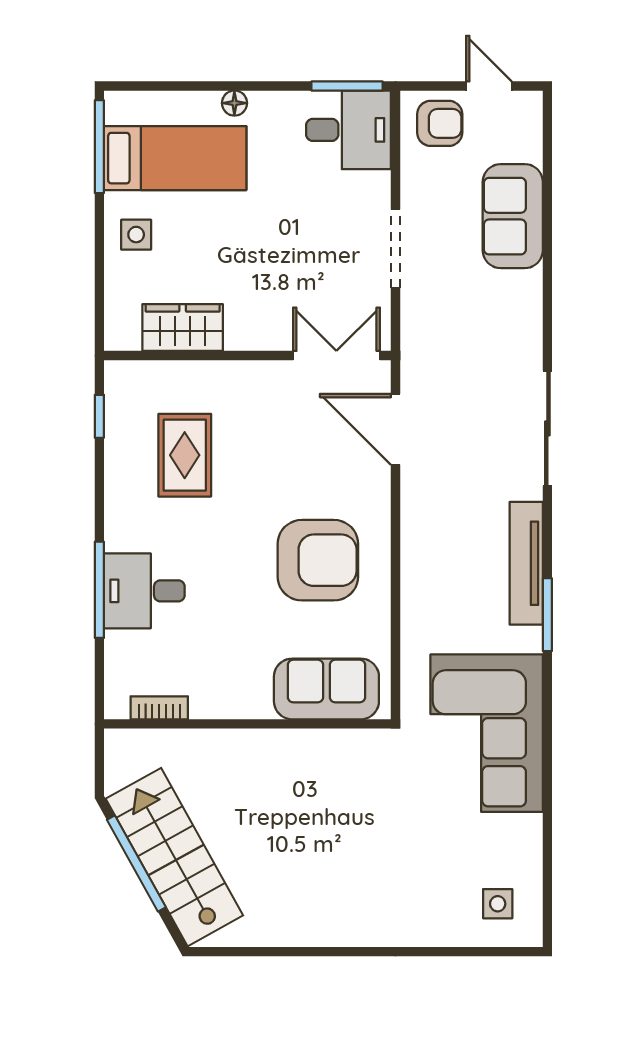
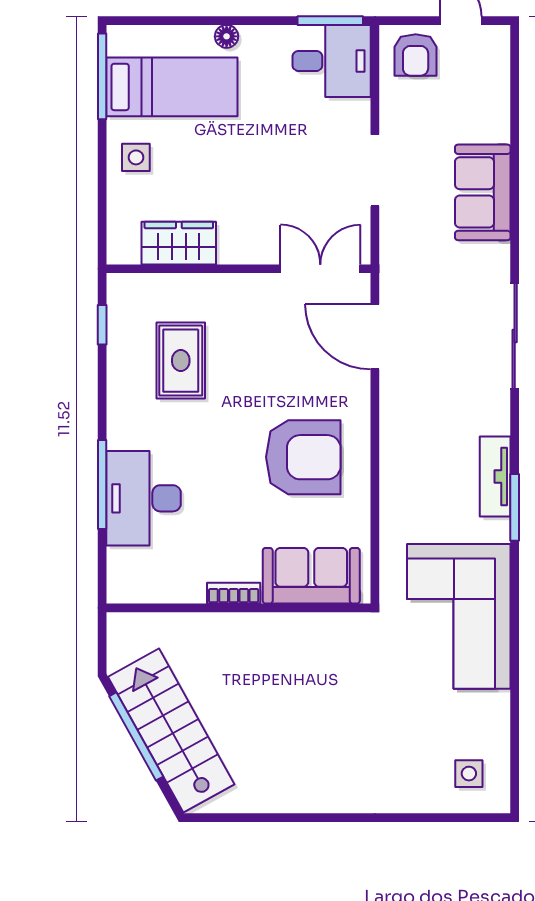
armchair: (440, 123) -> (416, 55), turned 90
sofa: (513, 216) -> (483, 192), moved
tv unit: (526, 563) -> (495, 476), width x0.71
desk: (144, 591) -> (144, 498), width x1.37
bookcase: (159, 708) -> (234, 593), moved

